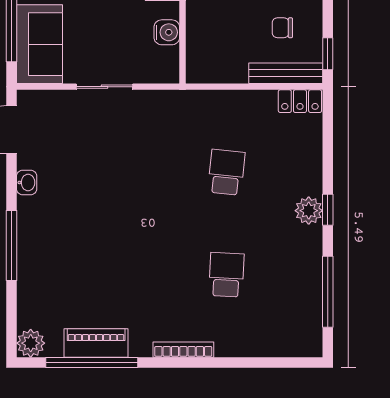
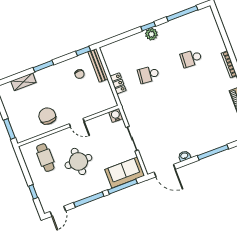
water cooler: (167, 32) -> (116, 115), moved
locker: (300, 101) -> (118, 83), moved

